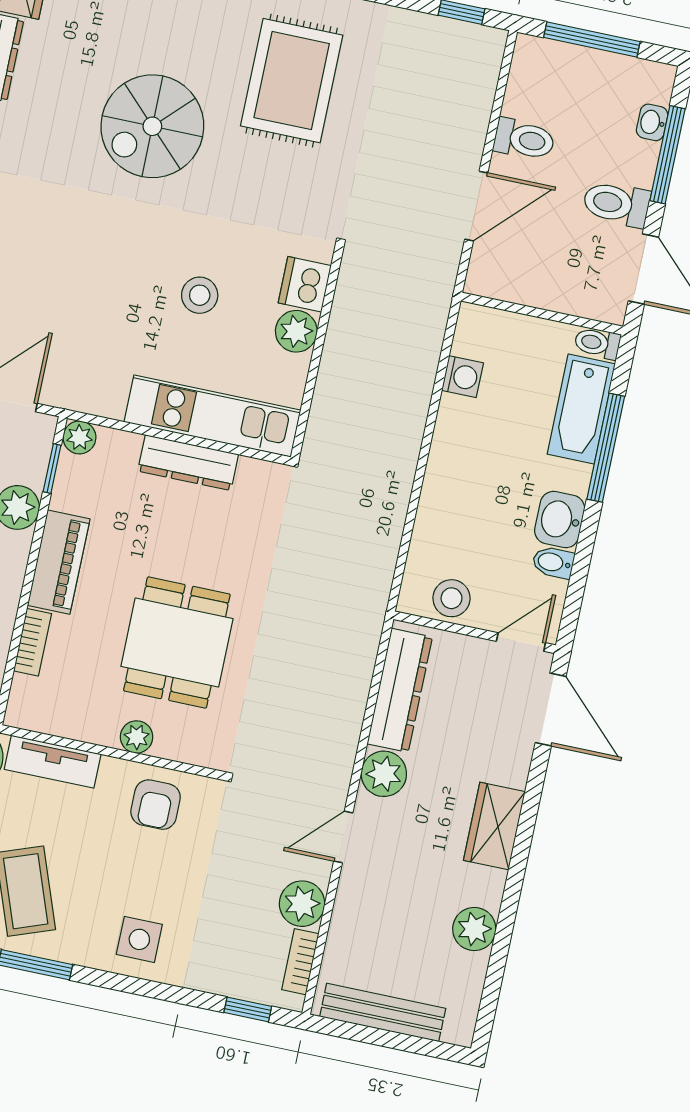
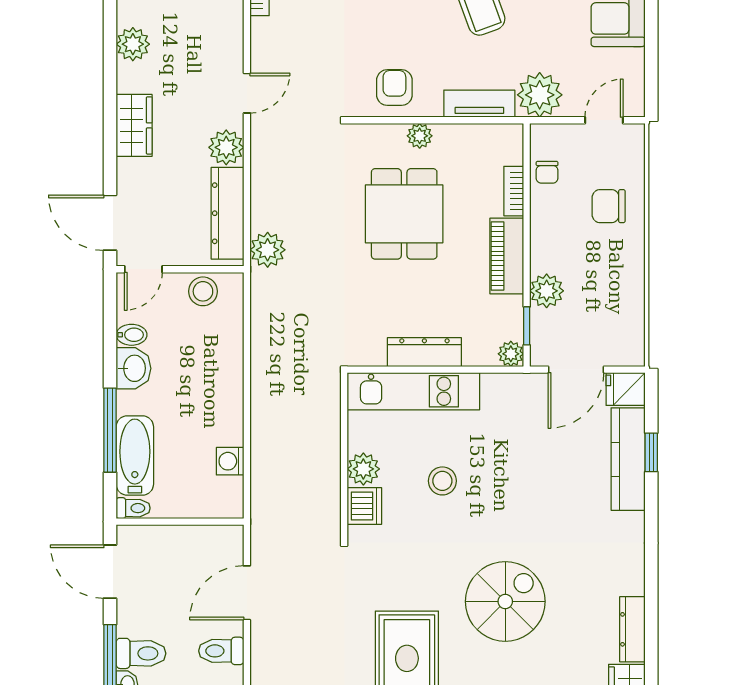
toilet: (616, 204) -> (141, 653), moved
plant: (302, 904) -> (268, 250), moved

